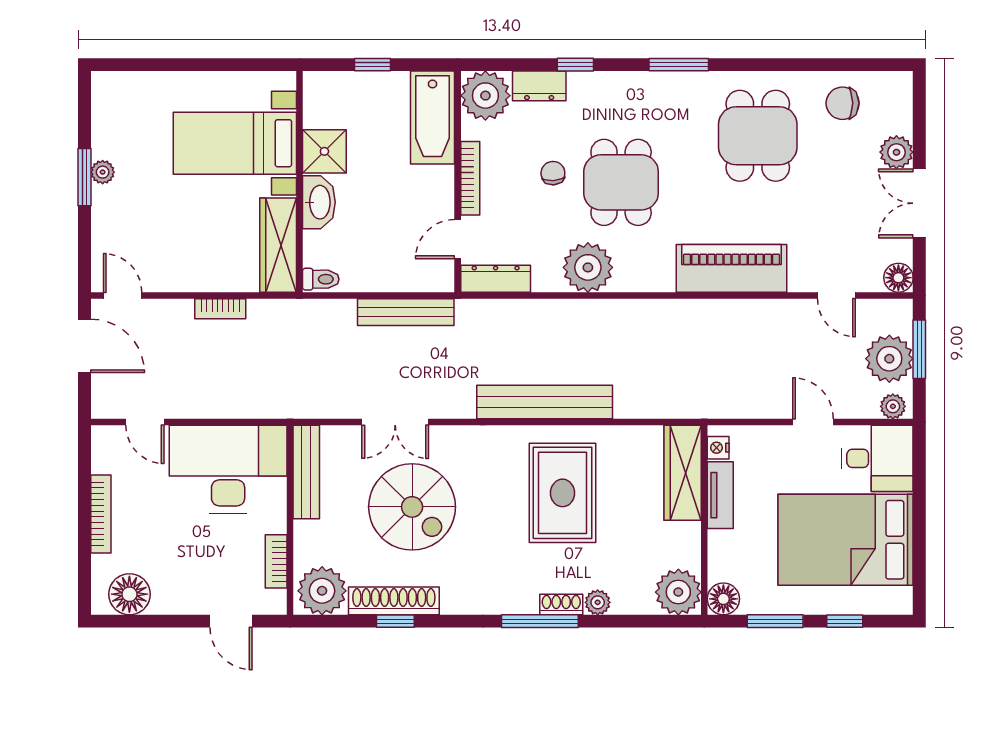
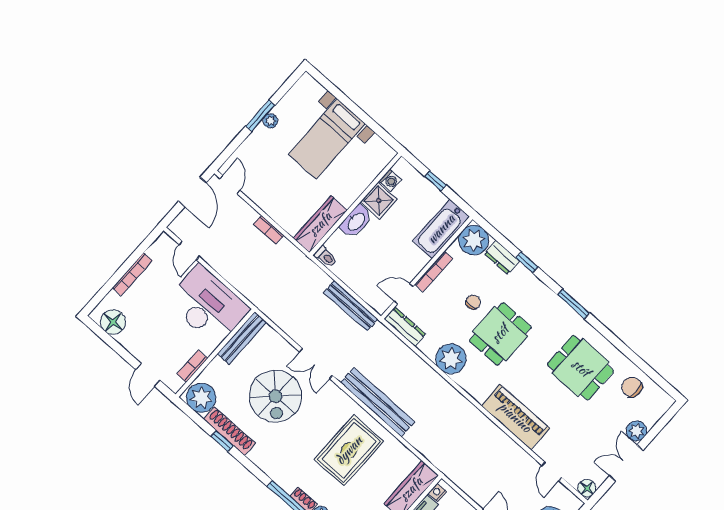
washing machine: (316, 114) -> (390, 180), added
dining table: (758, 136) -> (581, 368), turned 90
bed with nightstands: (235, 143) -> (327, 139), moved, turned -90
double door: (395, 422) -> (316, 364), moved

